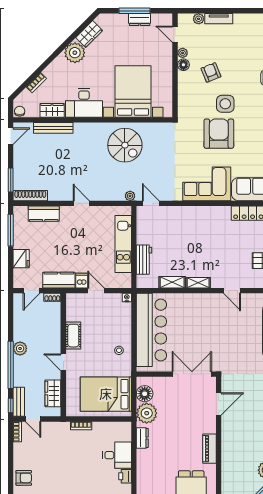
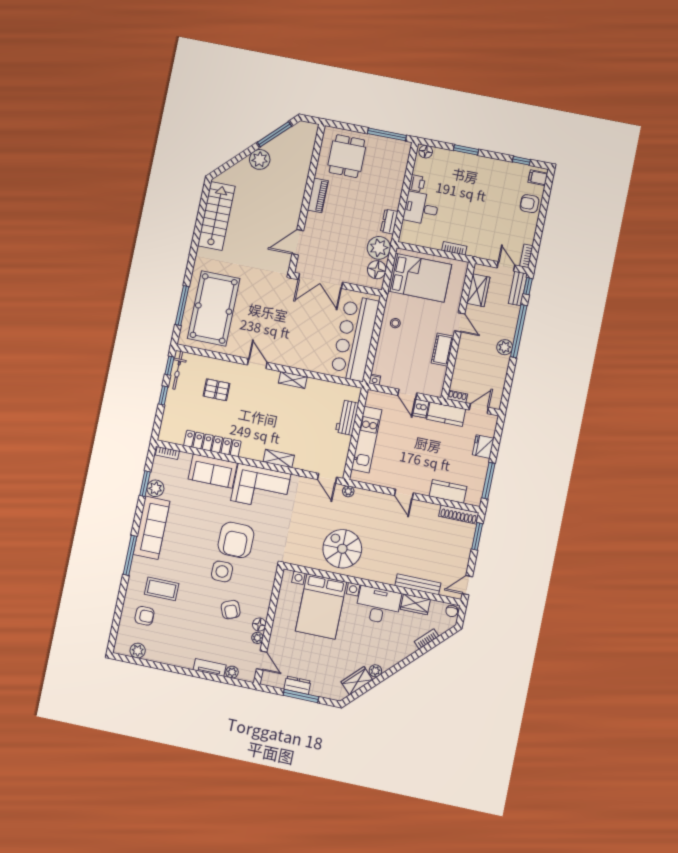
plant: (75, 53) -> (375, 671), width x0.53, depth x0.53
shelving: (172, 282) -> (279, 459), moved

